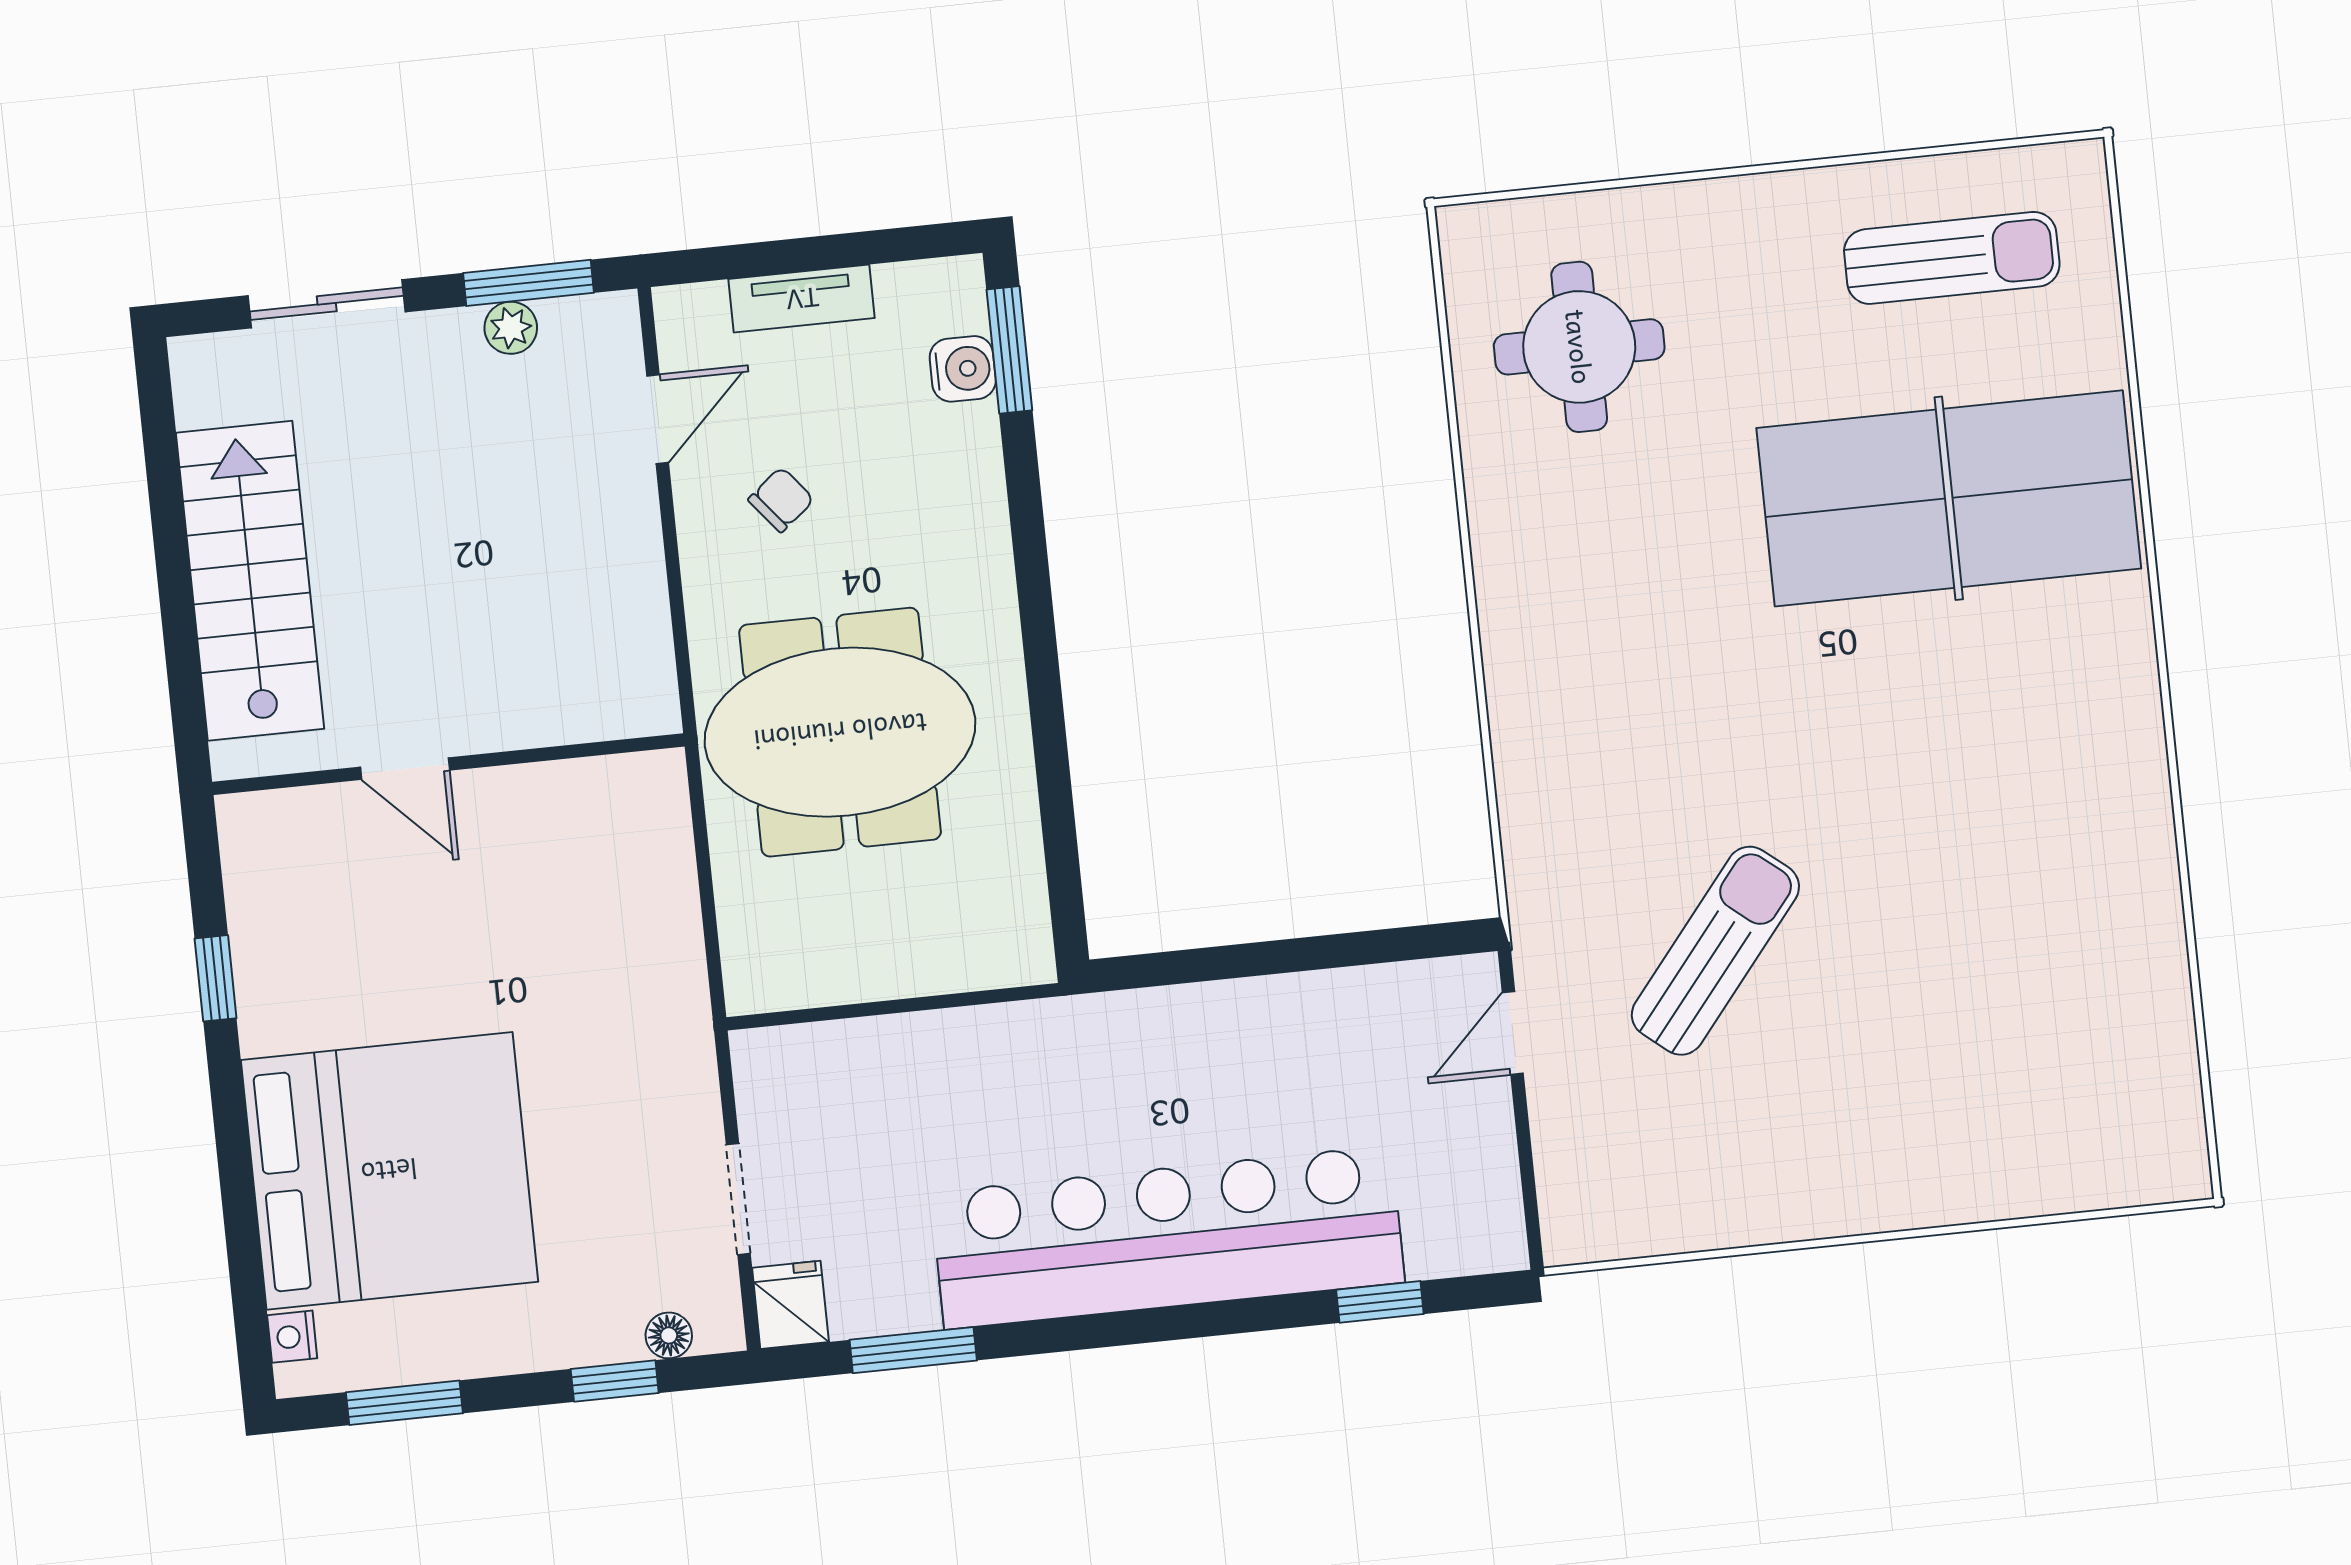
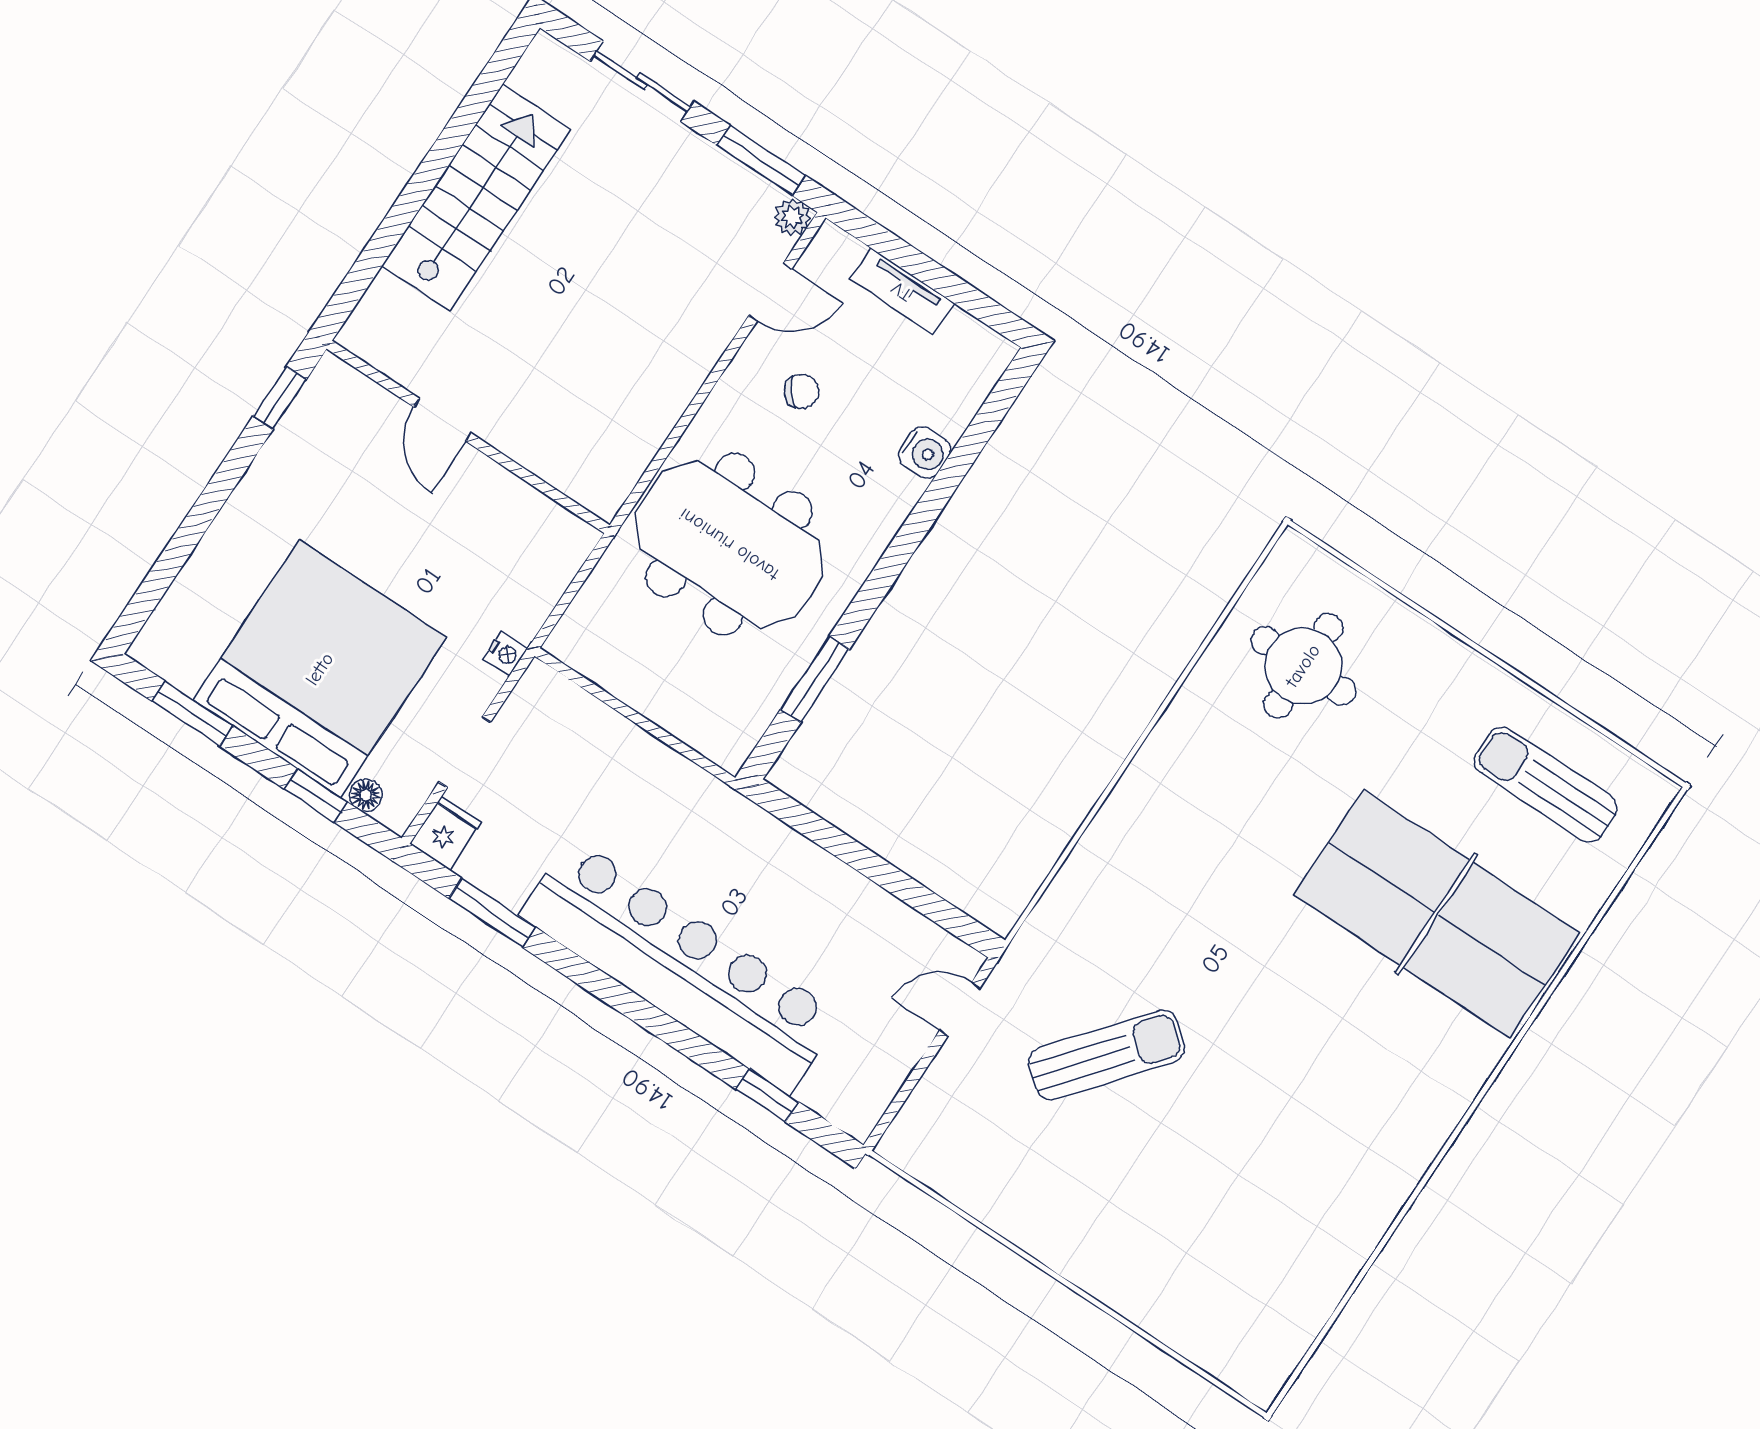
sun lounger: (1952, 258) -> (1546, 784), turned 180
plant: (511, 328) -> (792, 217), moved
window: (1009, 350) -> (815, 679), moved
water cooler: (963, 369) -> (925, 452), moved
wall: (448, 764) -> (468, 437), moved
door: (405, 769) -> (443, 420), moved
bed: (389, 1171) -> (320, 669), moved, turned -90
nightstand: (292, 1337) -> (505, 654), moved, turned 180

